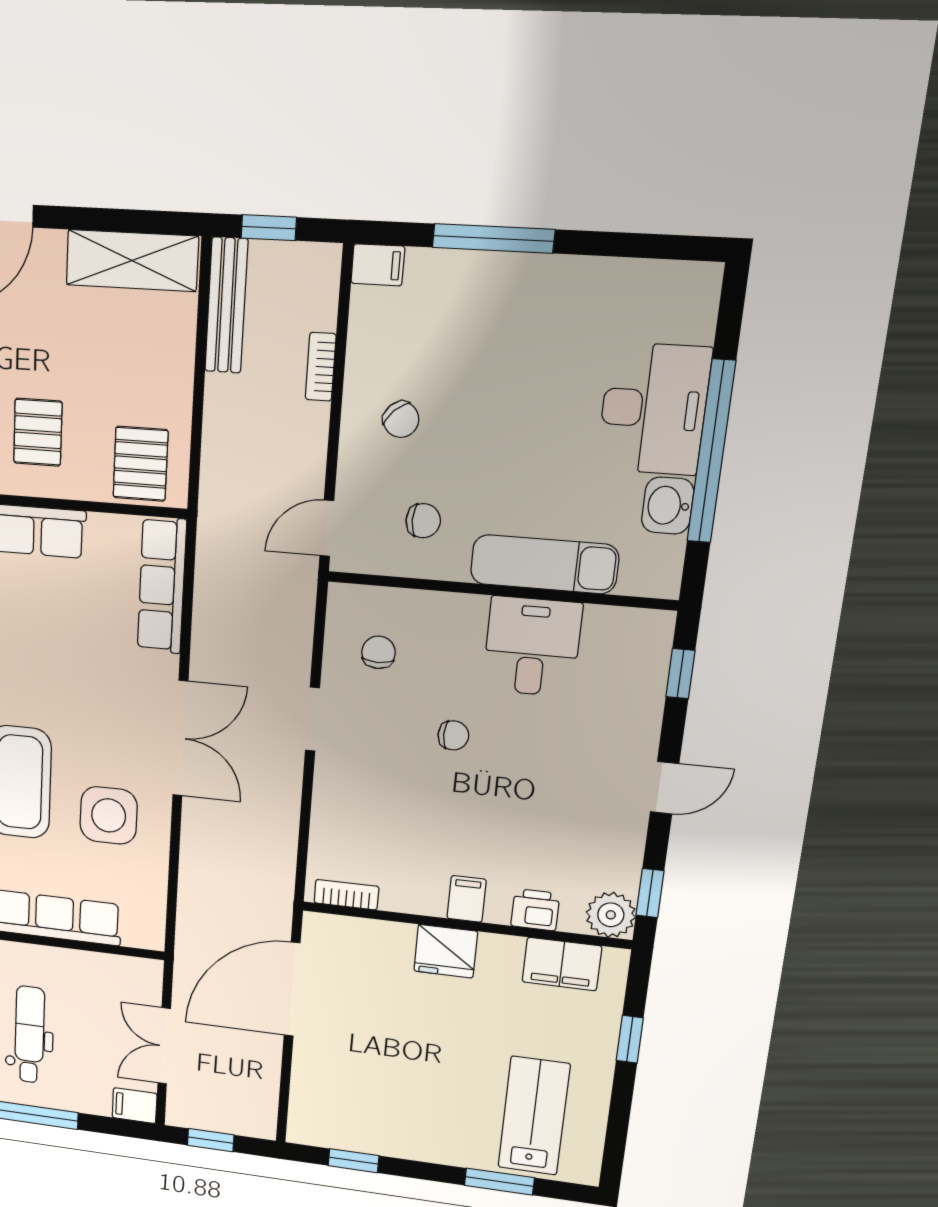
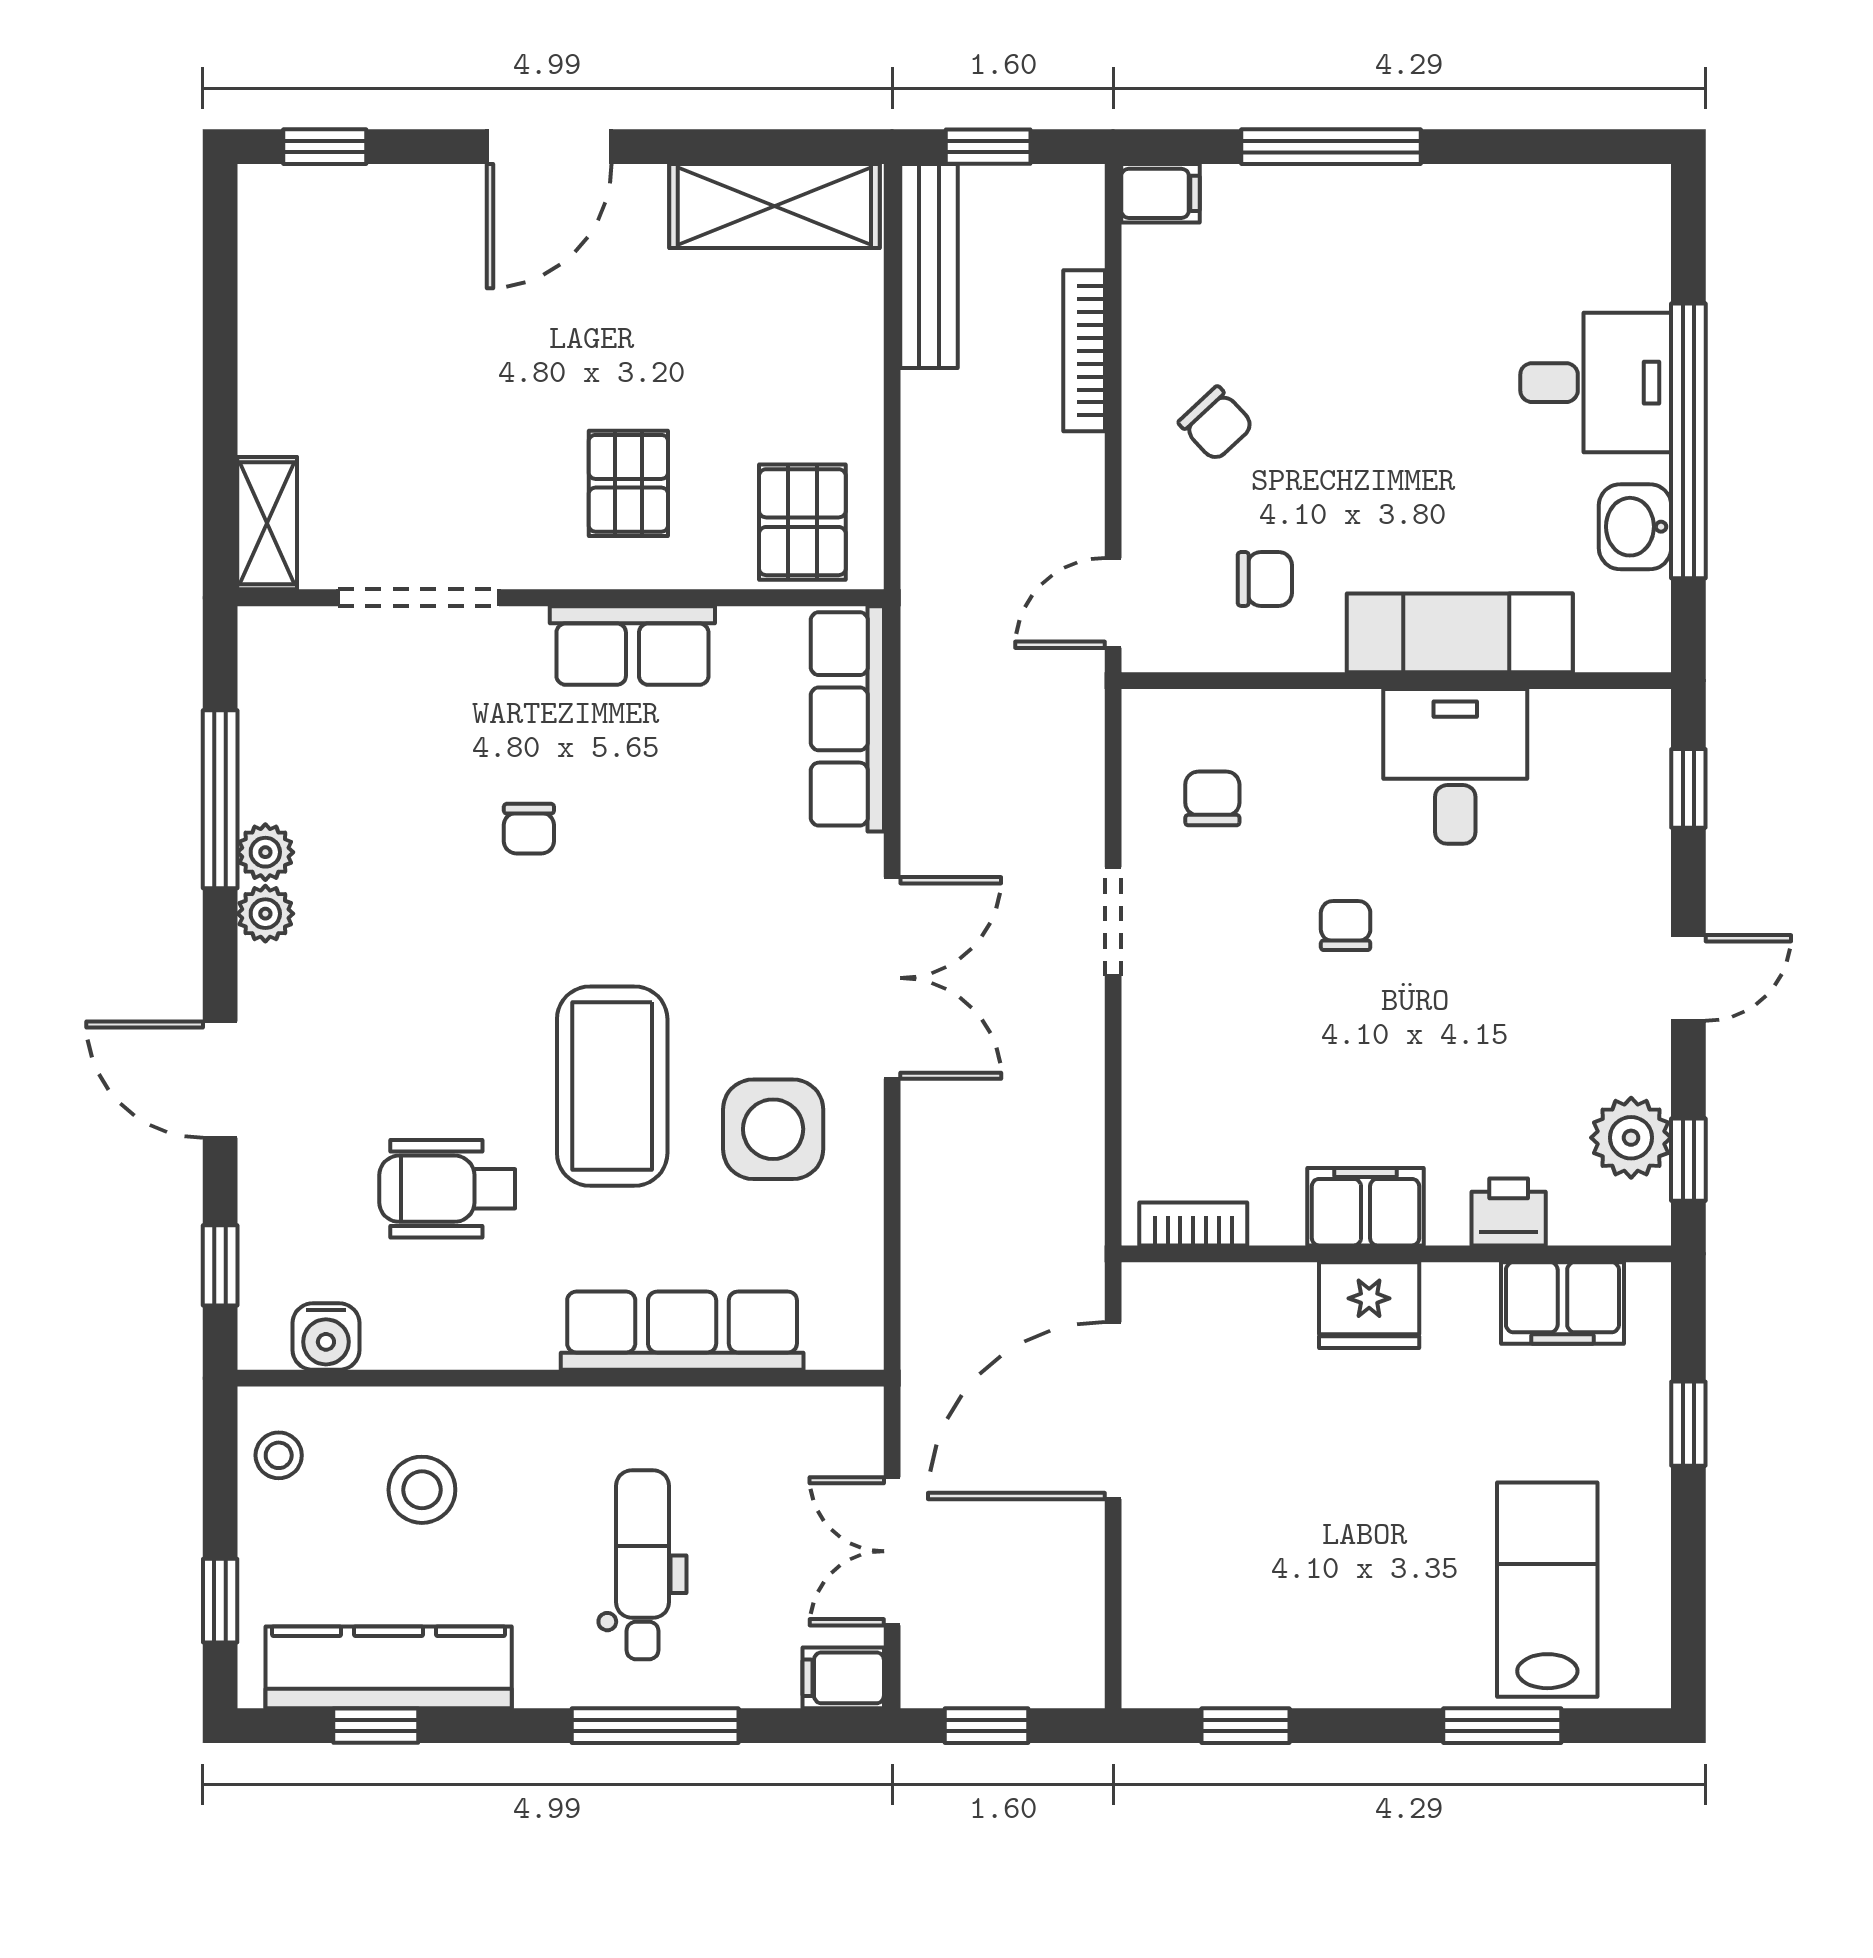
bookcase: (321, 367) -> (1084, 351), width x1.56
desk: (654, 409) -> (1596, 383), width x0.73
chair: (453, 735) -> (1346, 926), turned -90
filing cabinet: (467, 899) -> (1366, 1207), width x2.00
plant: (611, 915) -> (1631, 1138), moved

